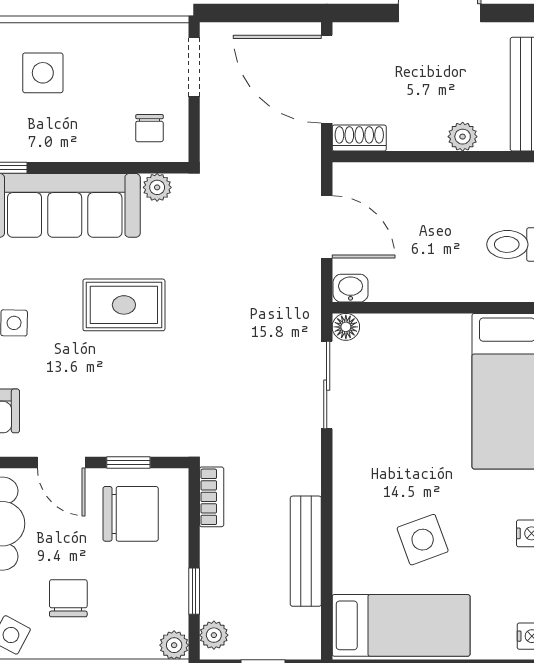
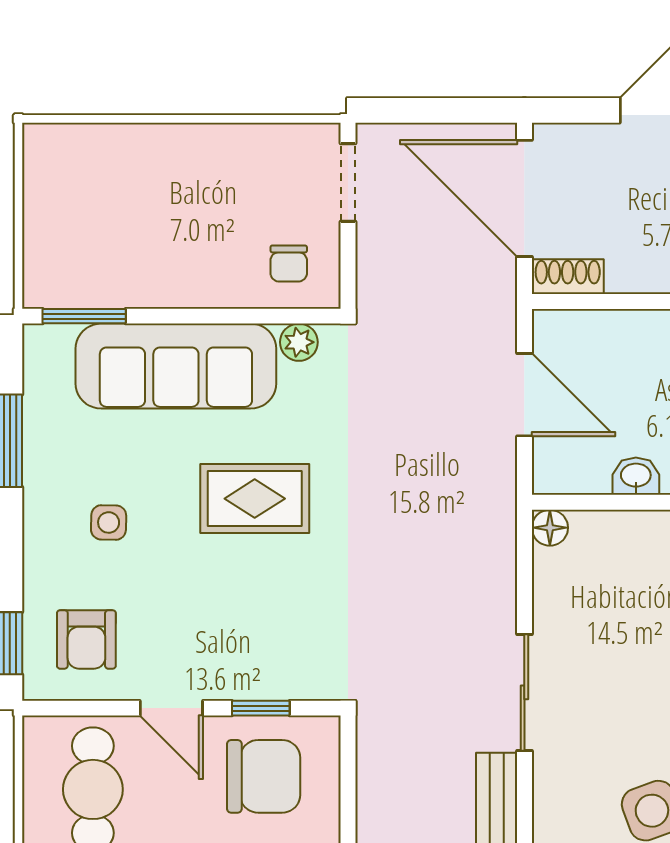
side table: (43, 73) -> (147, 190), removed
washbasin: (351, 288) -> (636, 476), moved
sliding door: (327, 385) -> (524, 692), moved
bookcase: (212, 497) -> (371, 754), removed

